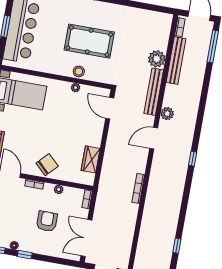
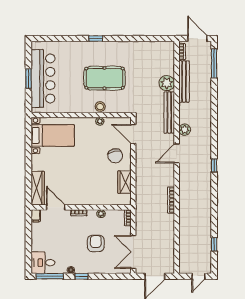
chair: (47, 165) -> (115, 156), moved, turned 124

